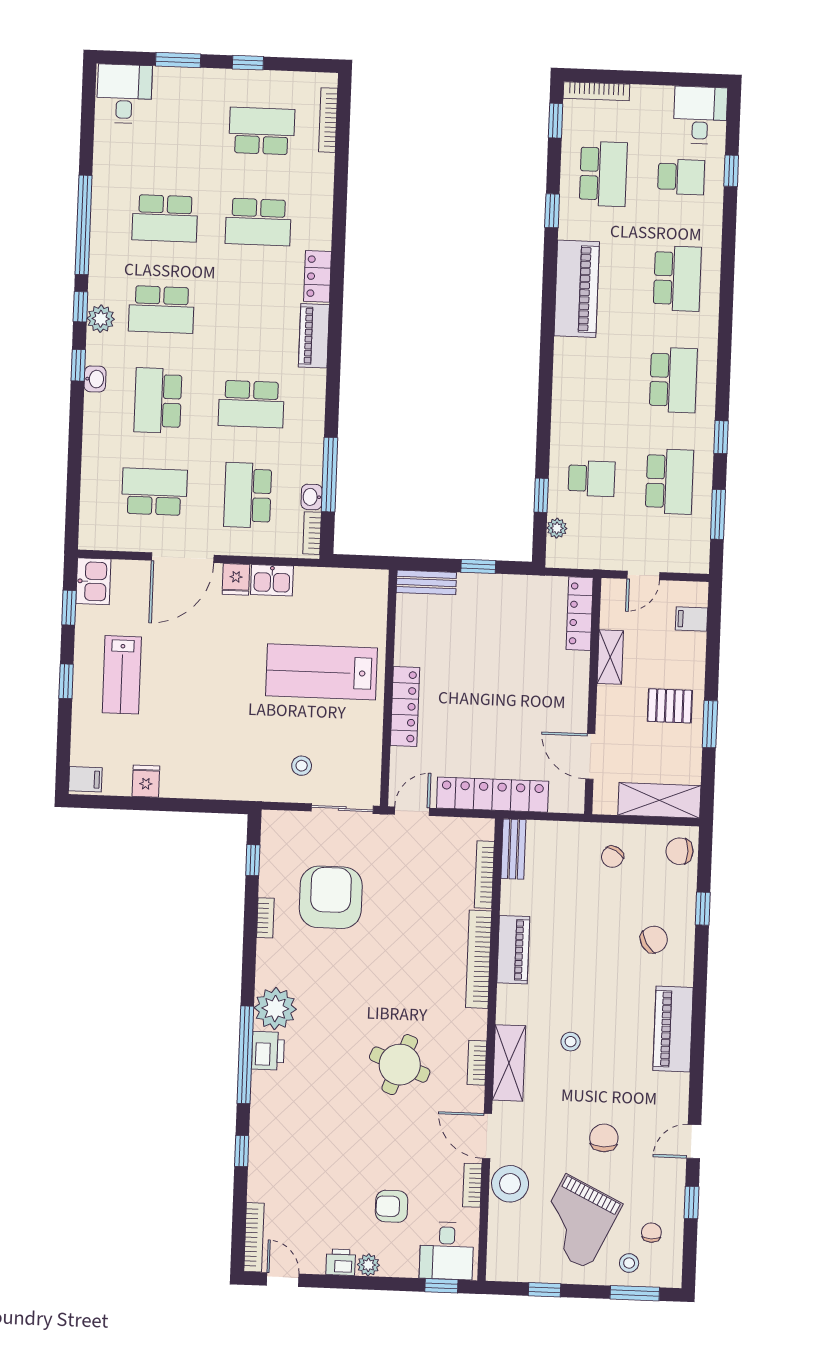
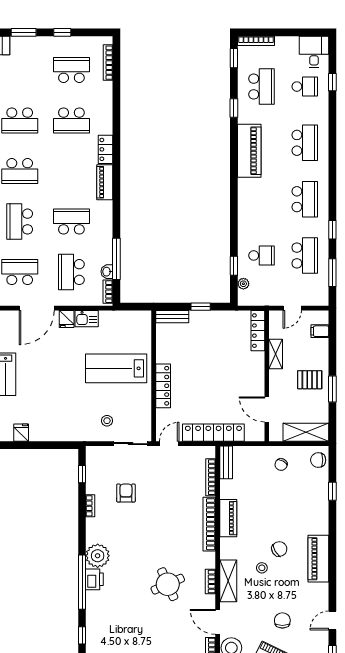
school desk: (251, 404) -> (71, 222), turned 180
armchair: (331, 897) -> (126, 493), width x0.53, depth x0.53
chair: (654, 939) -> (279, 549), moved
round table: (400, 1065) -> (168, 584), turned 45

